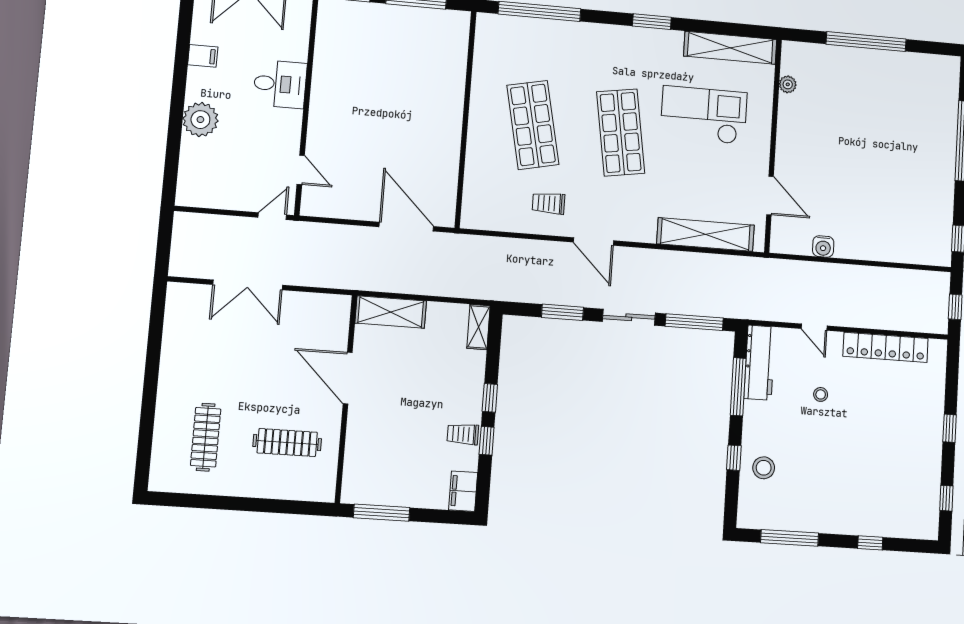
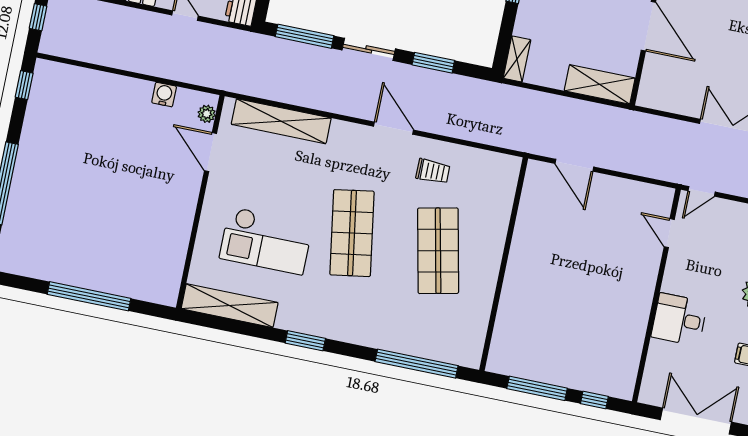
plant: (788, 84) -> (207, 114), moved
door: (406, 227) -> (574, 165), width x0.73

